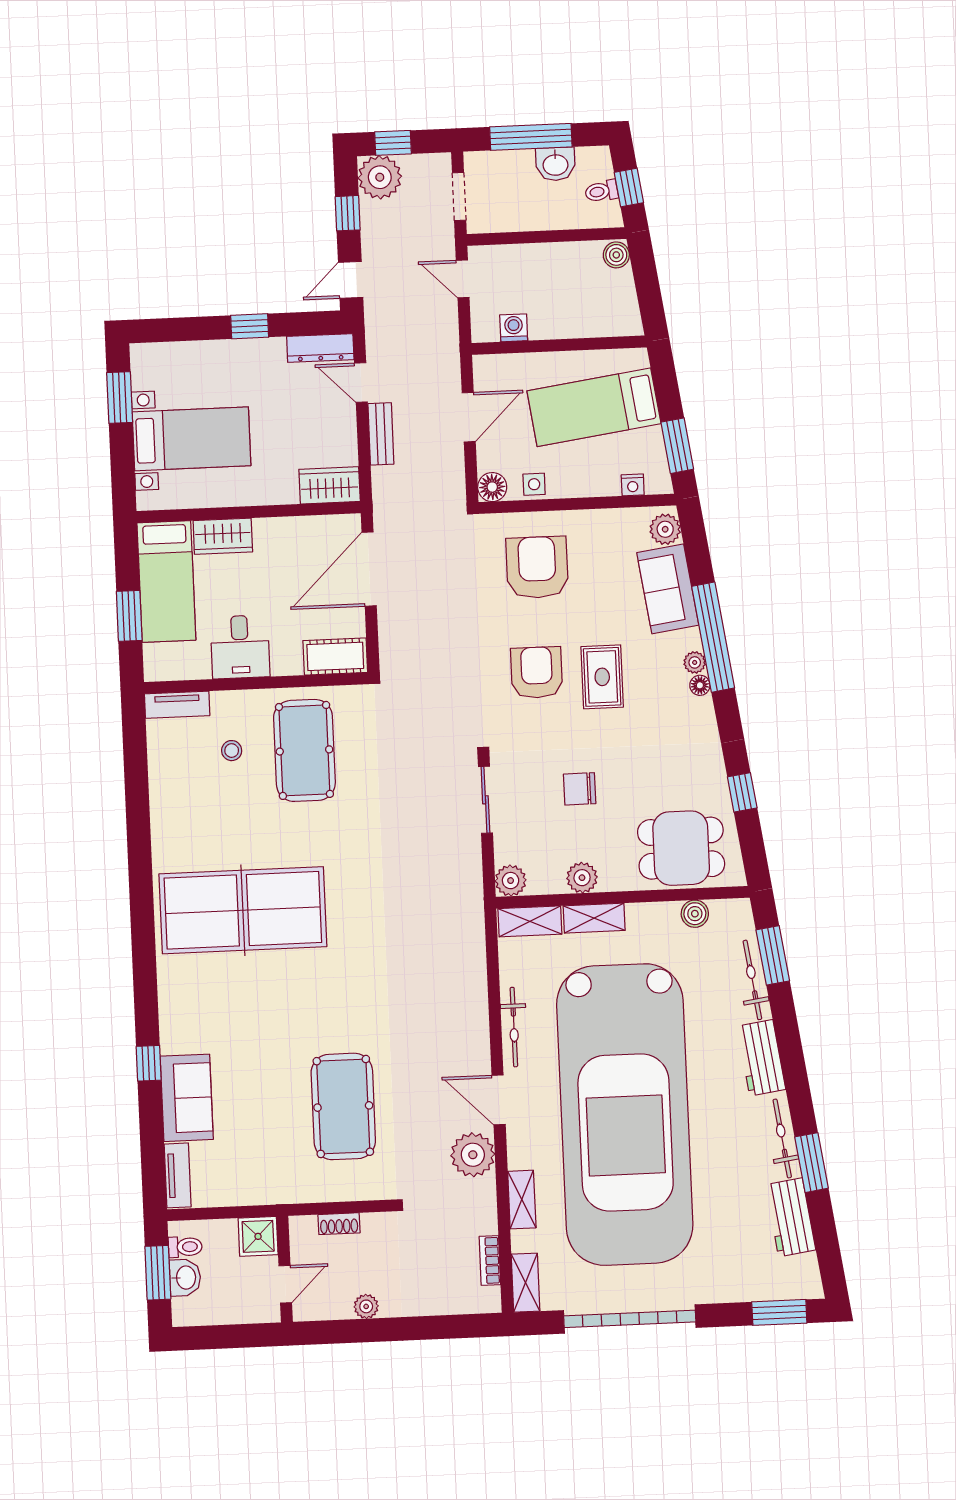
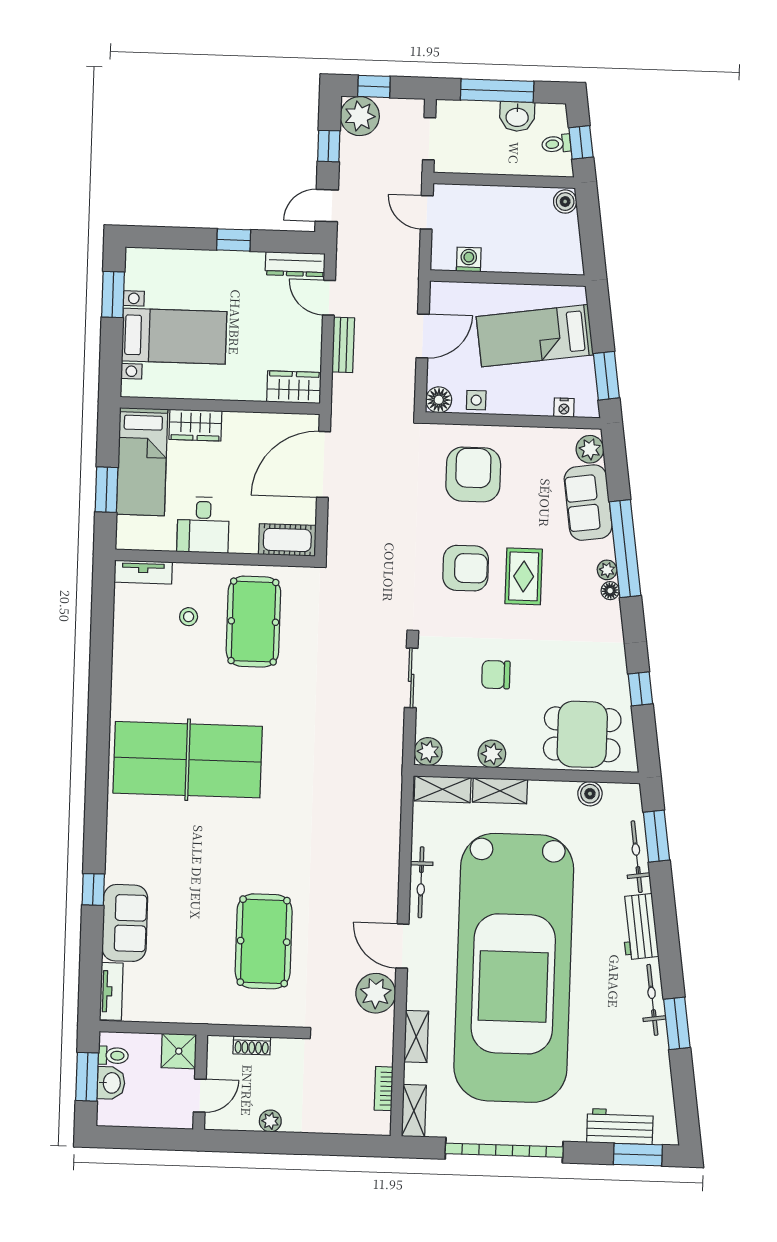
armchair: (537, 673) -> (466, 568), turned 90
workbench: (790, 1217) -> (620, 1127), moved, turned 98

